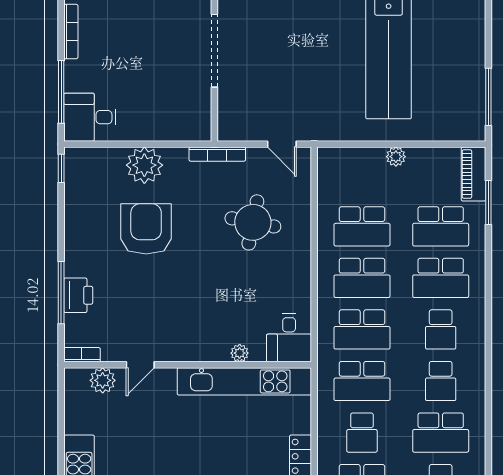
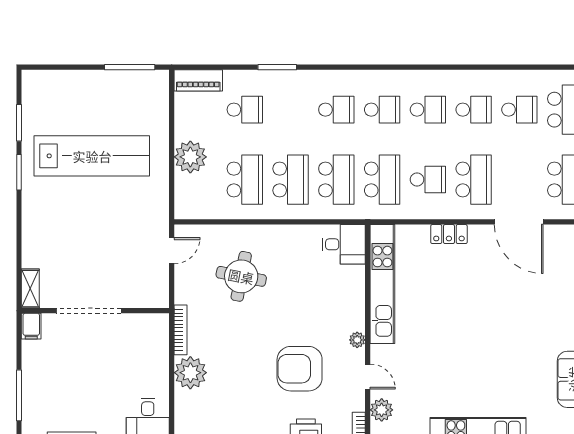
bookcase: (217, 154) -> (181, 330), moved
plant: (396, 157) -> (190, 157), width x1.87, depth x1.87
window: (488, 202) -> (277, 67), moved
school desk: (441, 226) -> (245, 110), width x0.54
armchair: (146, 229) -> (300, 369), moved
school desk: (441, 278) -> (291, 110), removed
plant: (240, 353) -> (357, 340), moved
school desk: (441, 433) -> (428, 110), width x0.54

